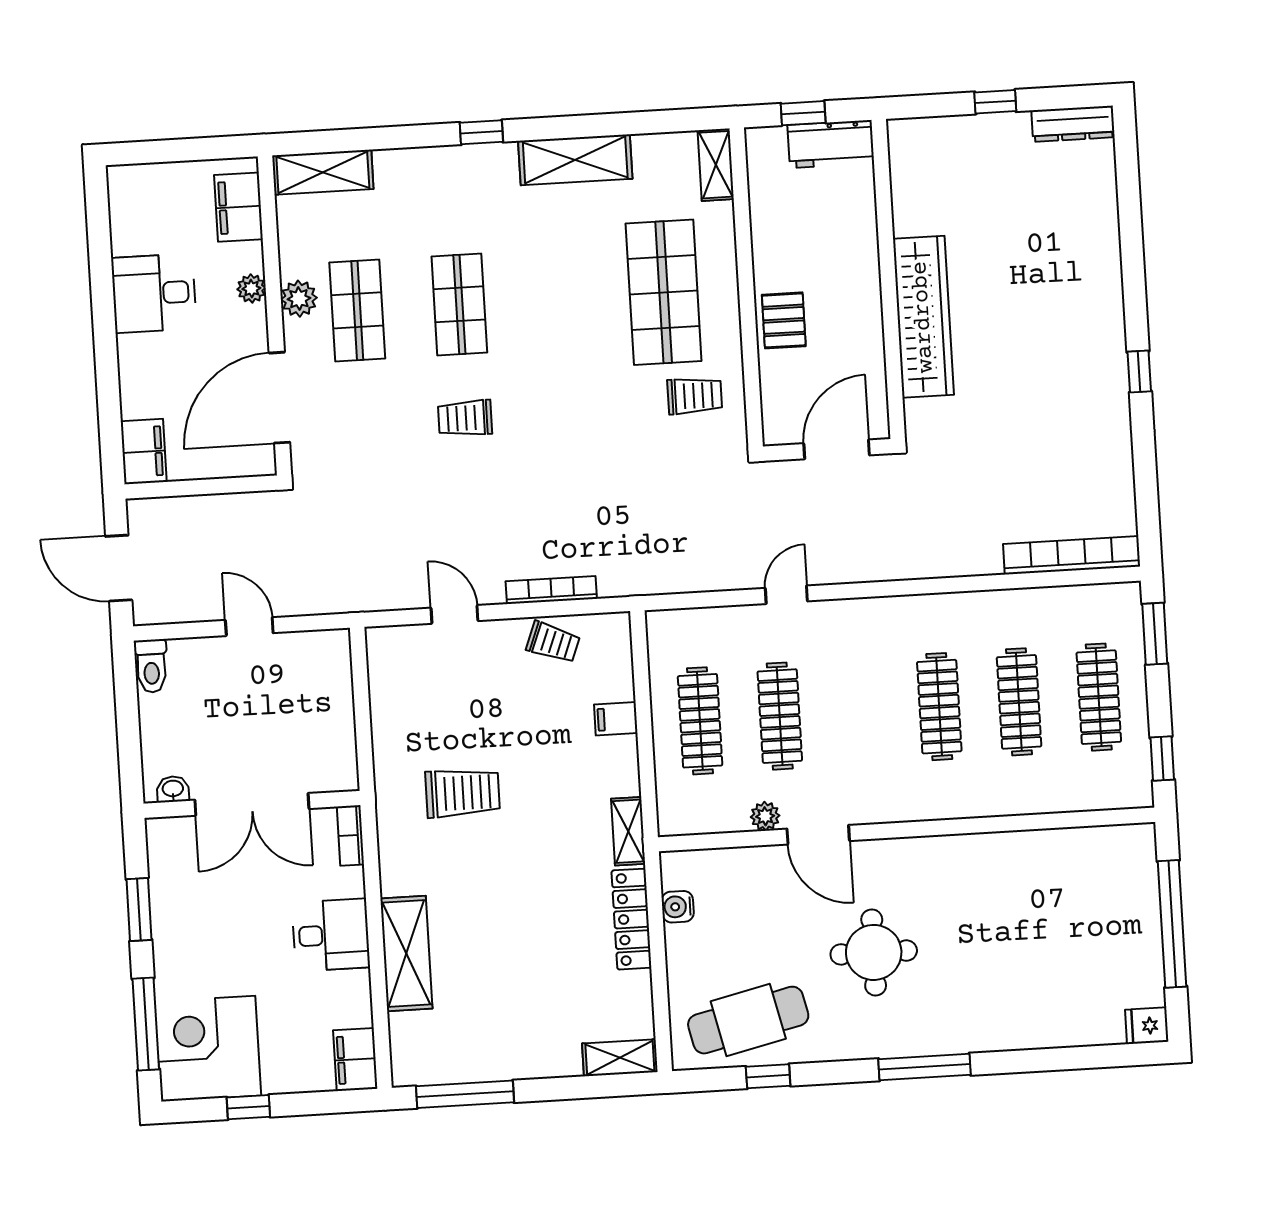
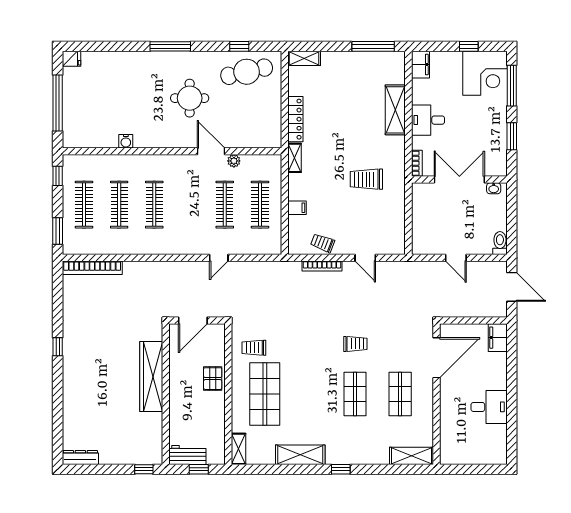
window: (995, 102) -> (144, 469), moved
filing cabinet: (239, 207) -> (450, 443), removed
plant: (251, 289) -> (446, 407), removed
plant: (299, 299) -> (425, 401), removed
water cooler: (678, 907) -> (126, 141), moved, turned 90

